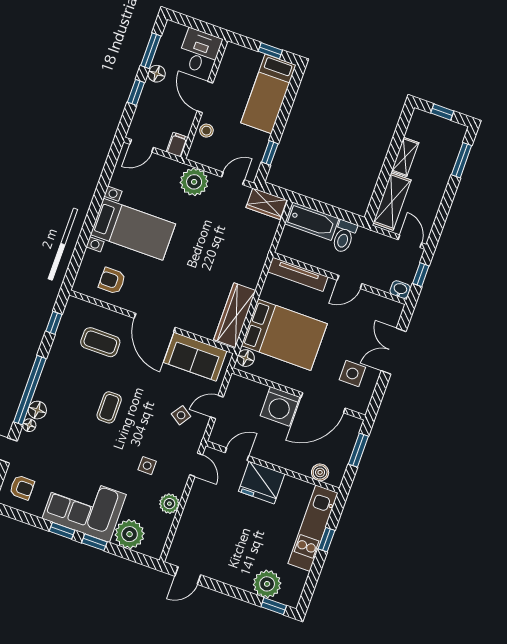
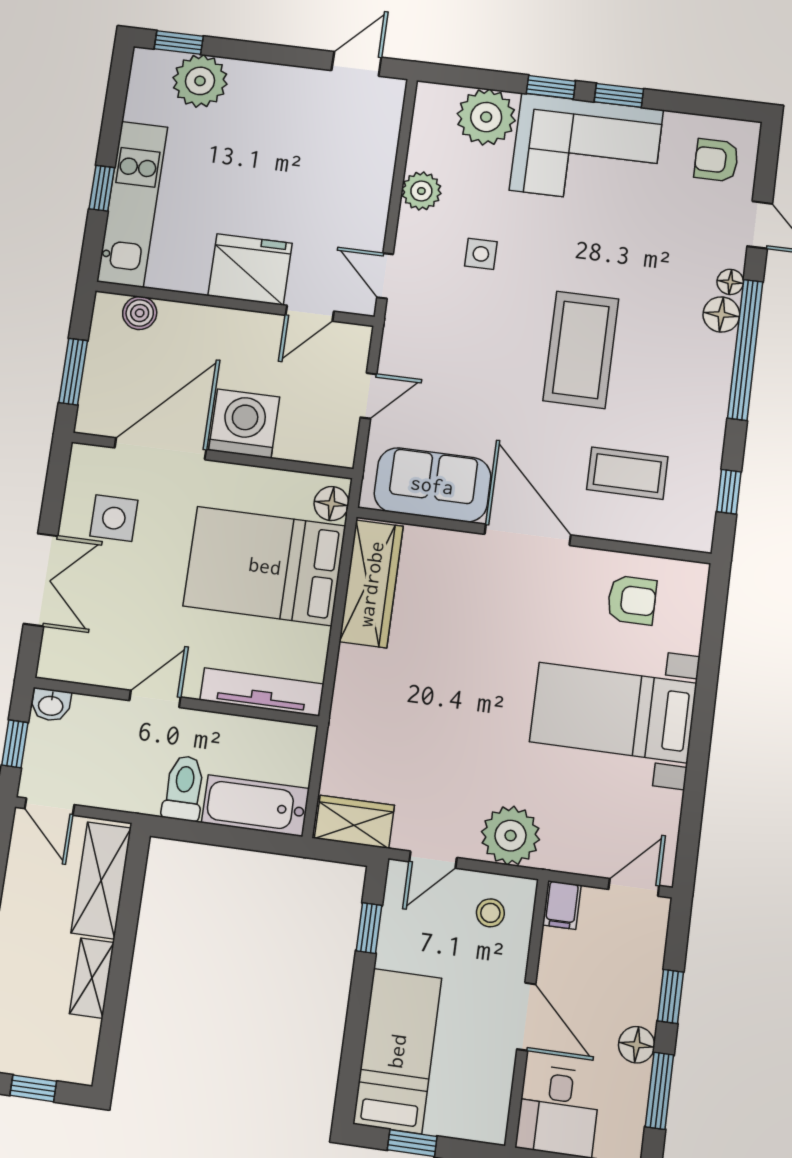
stool: (206, 131) -> (490, 913), moved
coffee table: (109, 407) -> (581, 350), width x1.86, depth x1.72
side table: (181, 415) -> (435, 365), removed

